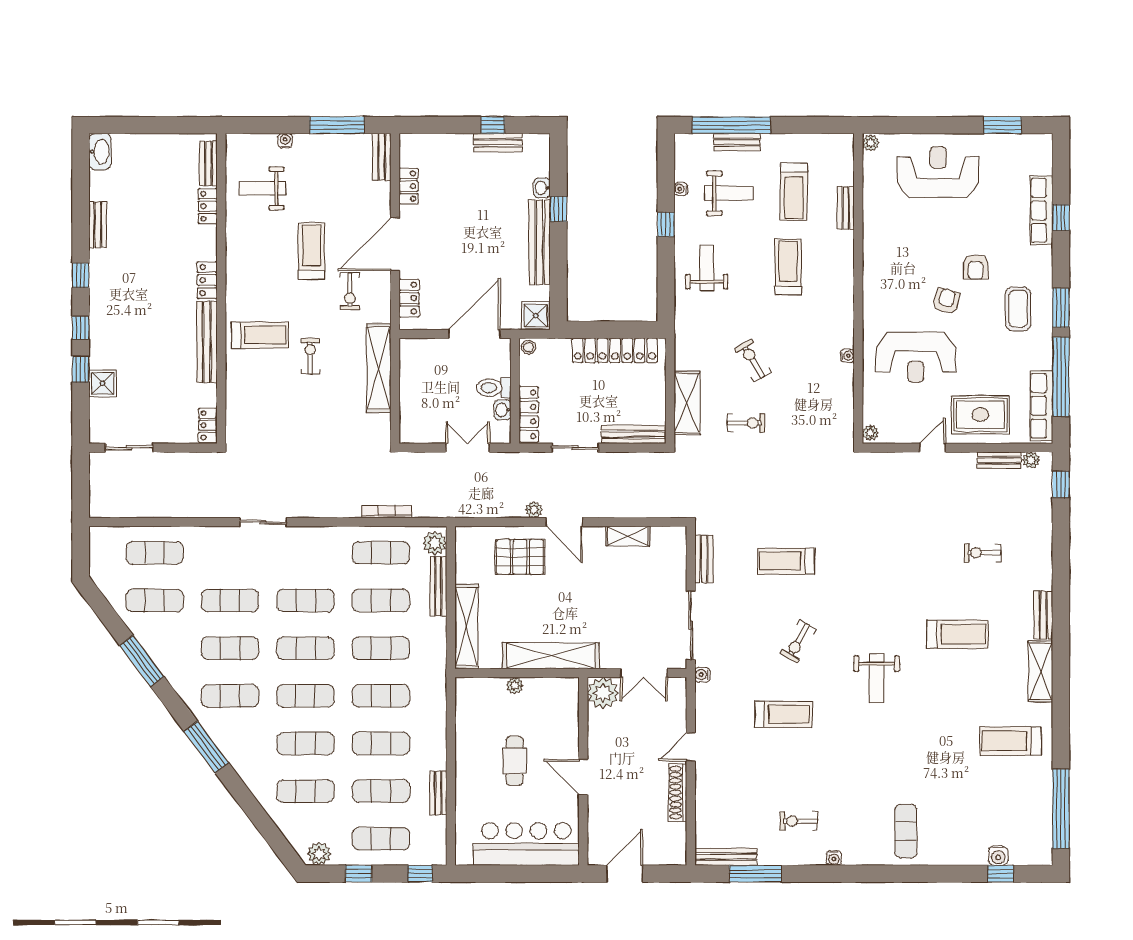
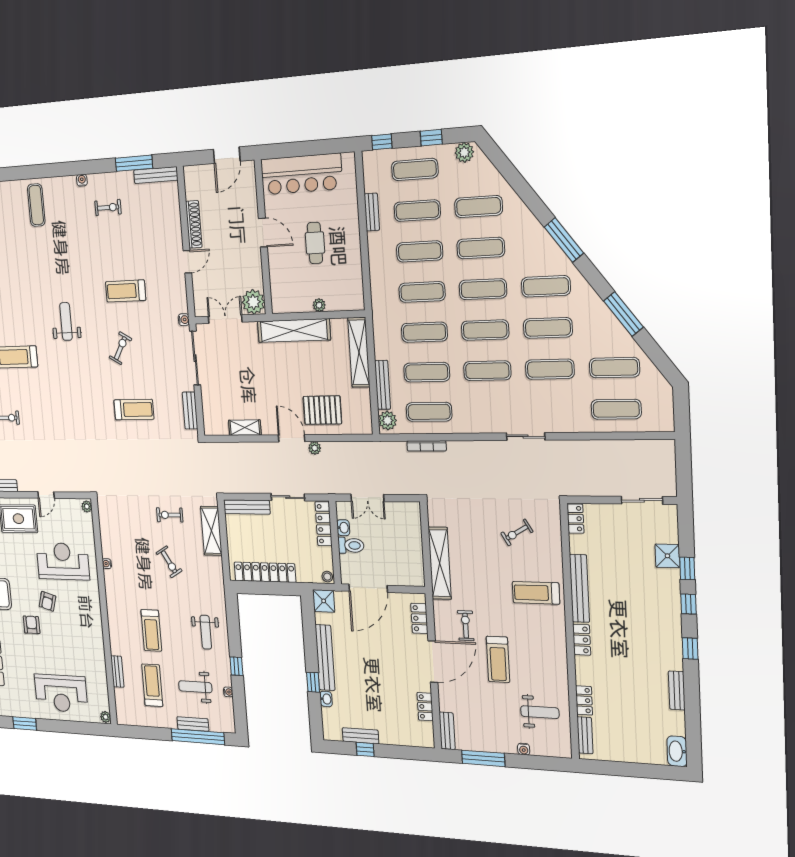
exercise bike: (310, 356) -> (517, 532), moved, turned 60

